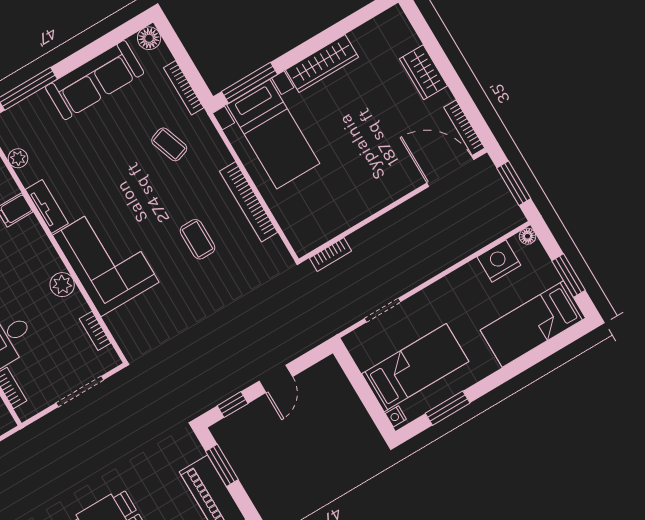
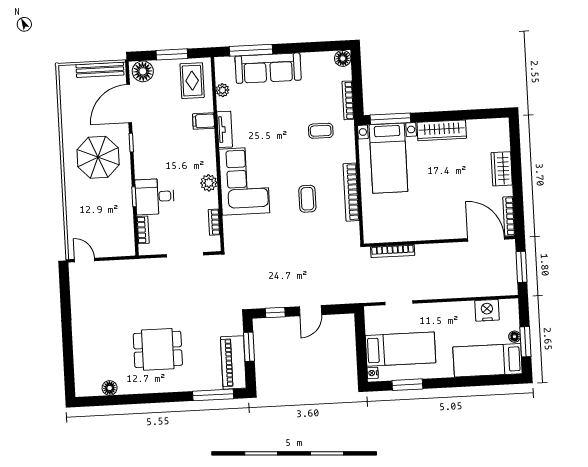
sofa: (95, 80) -> (268, 68), moved
coffee table: (169, 144) -> (321, 131), turned -71
floor lamp: (528, 236) -> (514, 337), moved
bookcase: (331, 255) -> (393, 251), width x1.56

